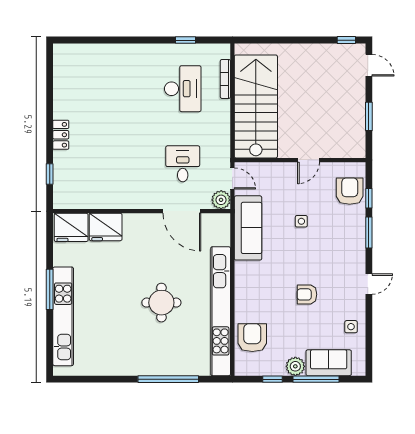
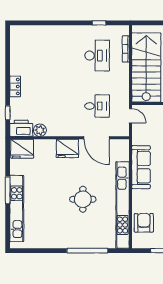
desk: (183, 164) -> (97, 106), turned 90
printer: (70, 197) -> (21, 128), added
plant: (221, 200) -> (40, 130), moved
fridge: (106, 227) -> (67, 148), moved
sofa: (248, 228) -> (141, 167), moved

